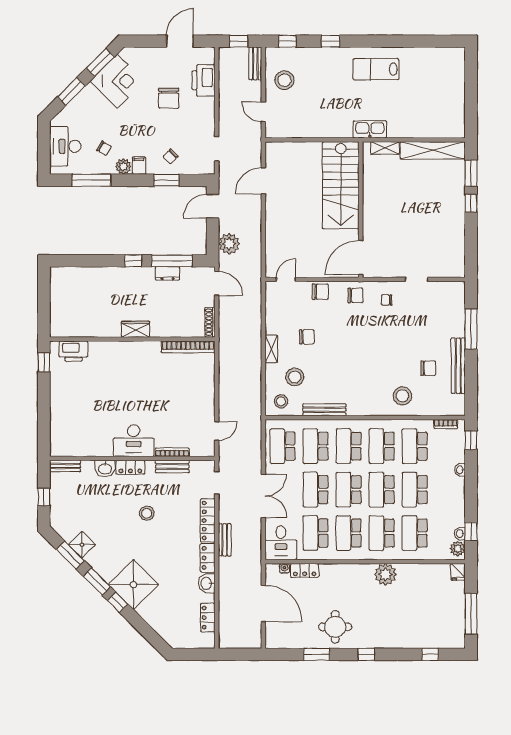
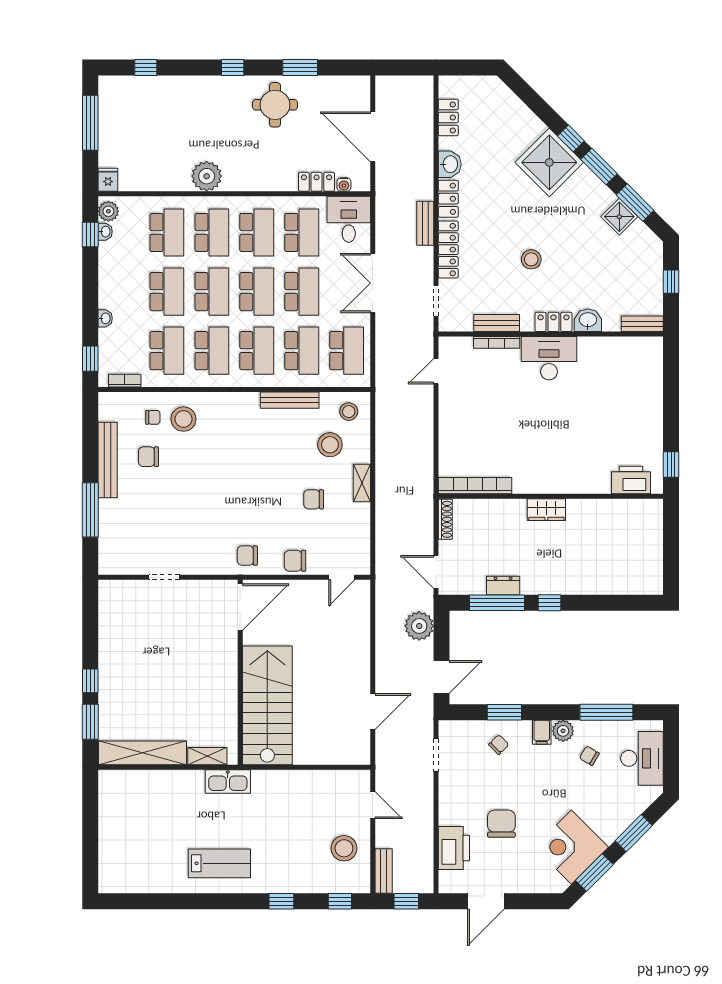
chair: (387, 300) -> (153, 417), moved

